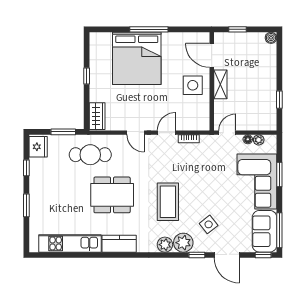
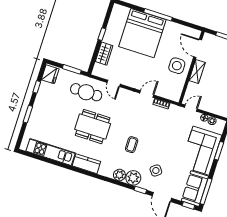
wardrobe: (97, 116) -> (104, 54), moved
door: (135, 133) -> (114, 83), moved
coffee table: (168, 202) -> (132, 145), width x0.54, depth x0.58

